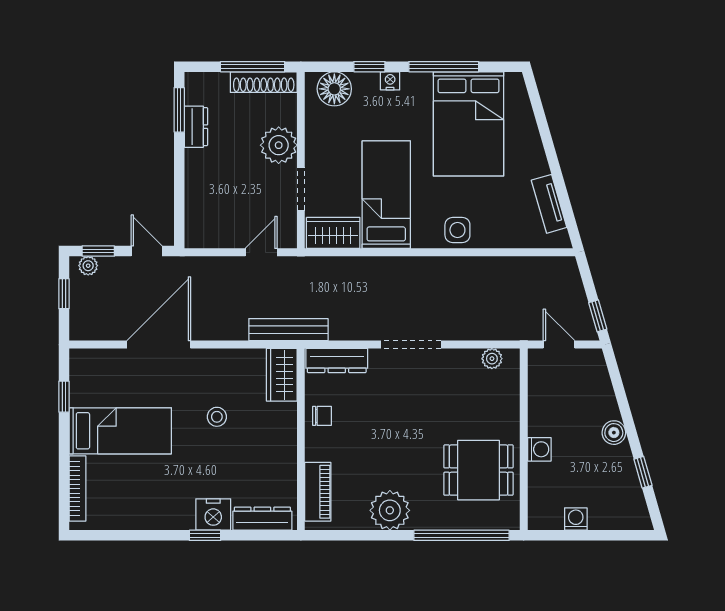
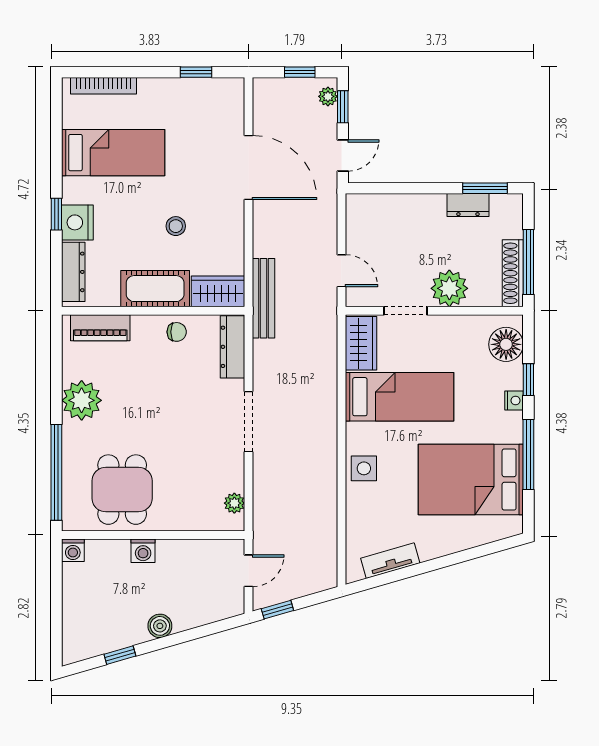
chair: (322, 416) -> (177, 332), turned -90
bed: (120, 431) -> (113, 153), moved, turned -90
cot: (279, 437) -> (155, 289), added
washing machine: (576, 519) -> (73, 550), moved, turned 90

